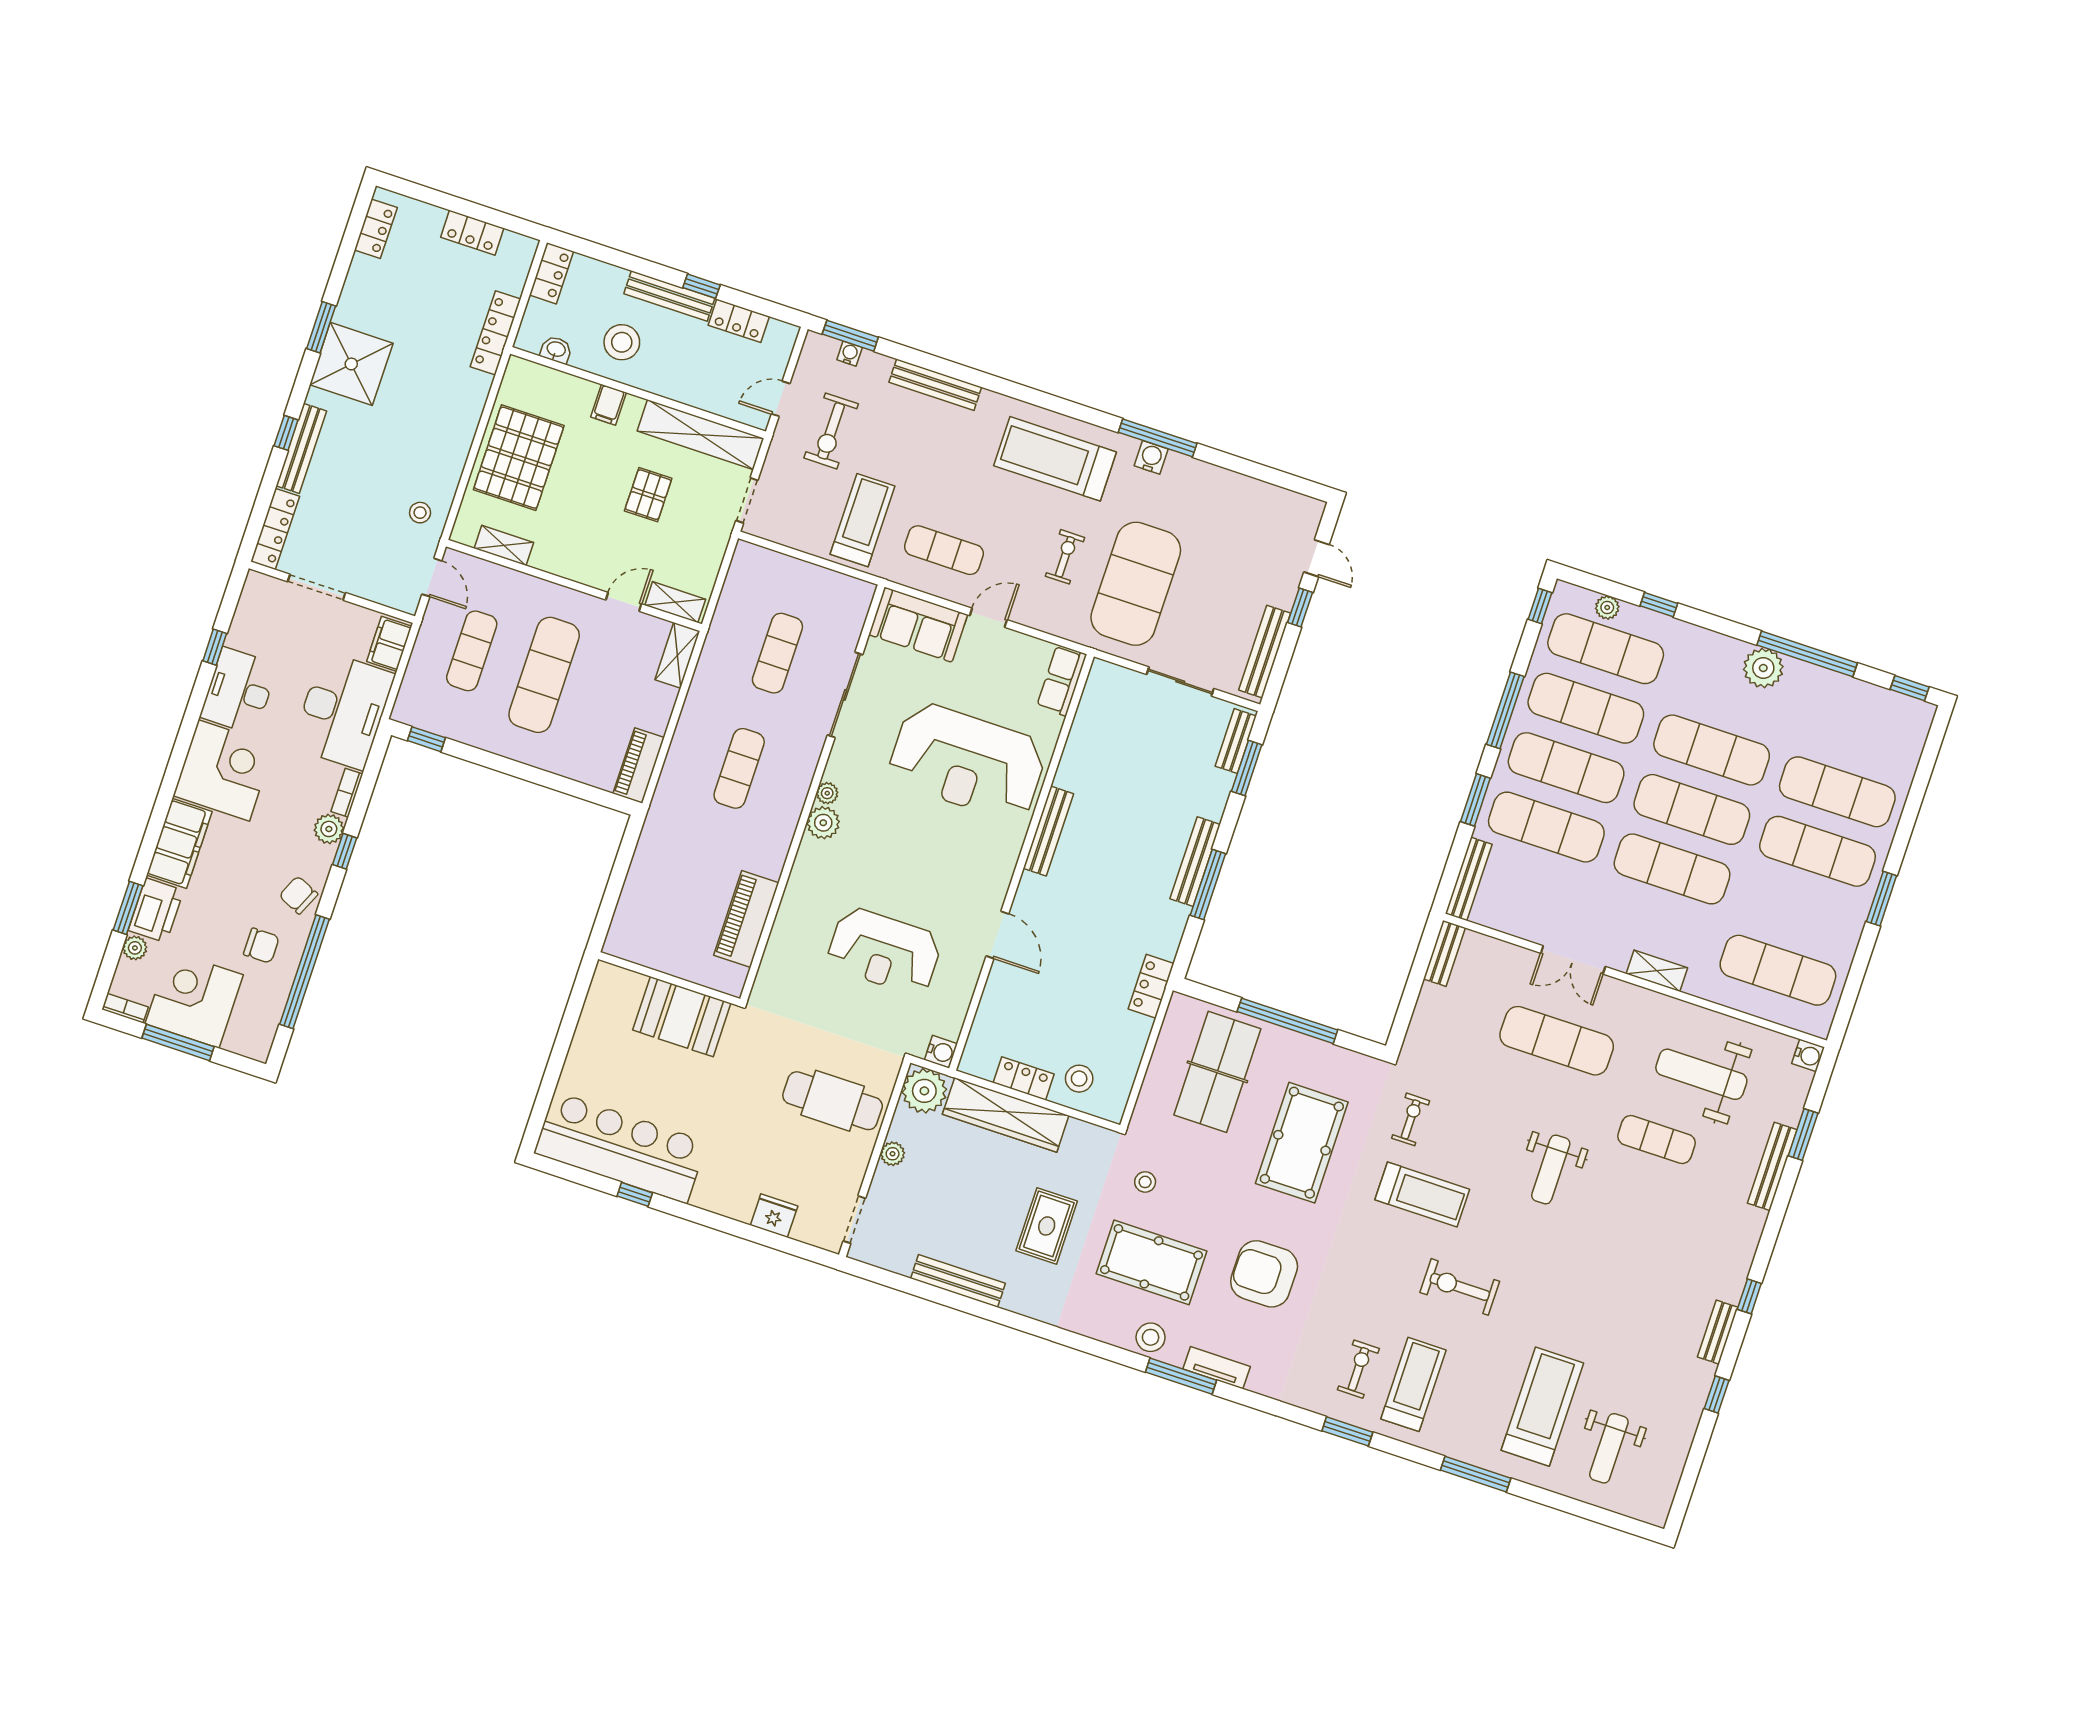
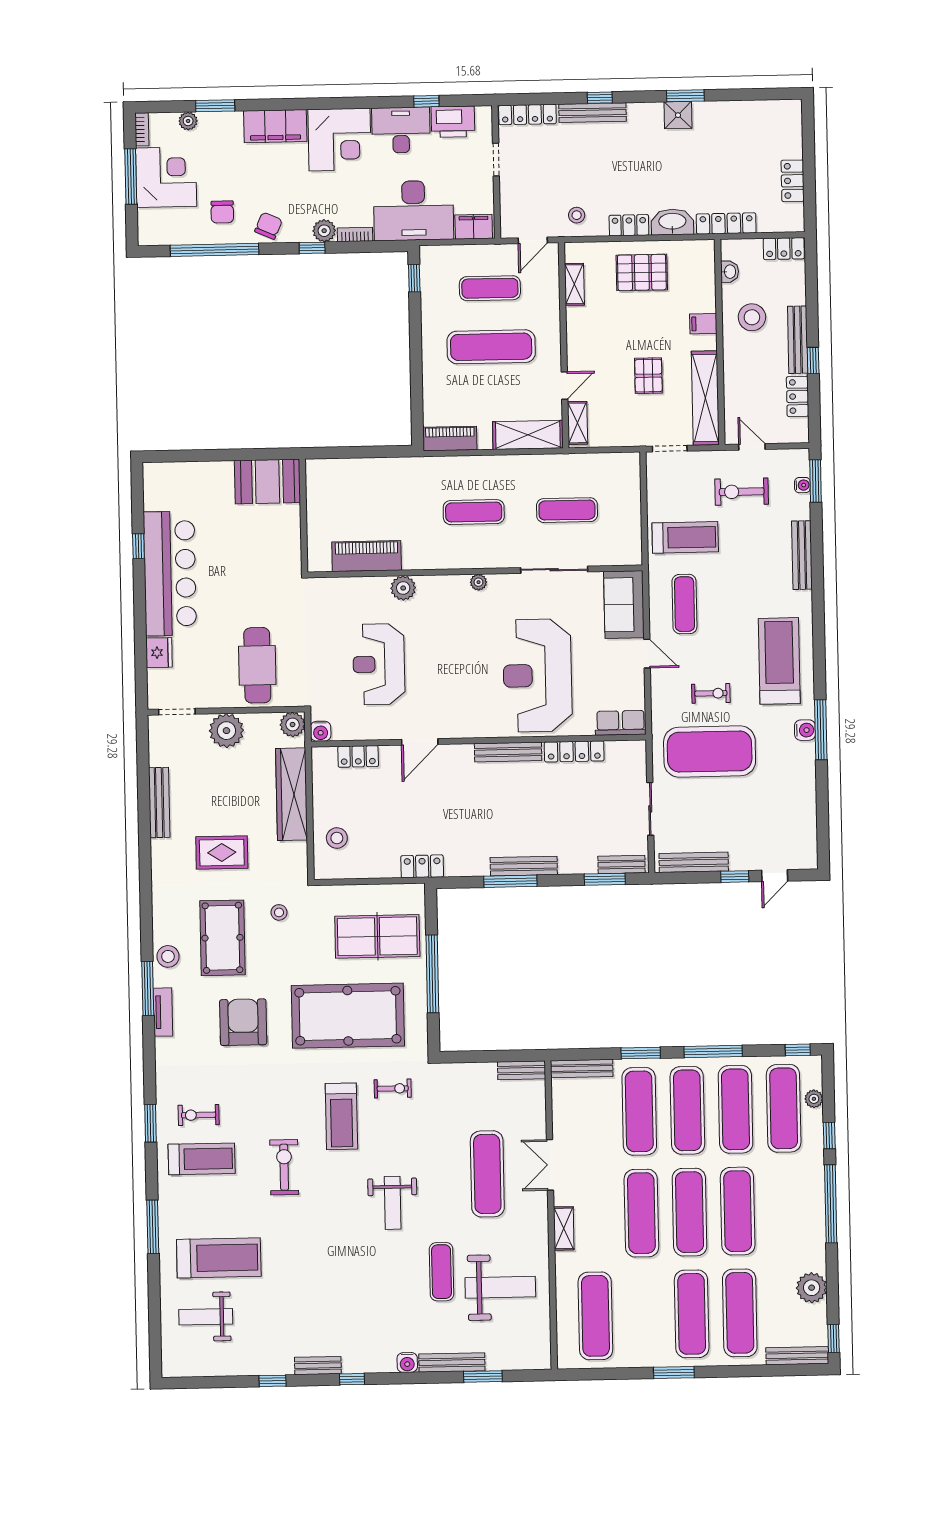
locker: (376, 229) -> (629, 225), moved, turned 180
shower: (351, 364) -> (678, 115), width x0.54, depth x0.54
washbasin: (470, 398) -> (672, 222), added
pallet: (519, 458) -> (642, 272), width x0.73, depth x0.71
pallet: (648, 495) -> (648, 376), turned 90
doorway: (317, 587) -> (496, 160), width x0.73
door: (624, 602) -> (564, 385), hinge flipped
window: (1807, 654) -> (831, 1204), moved
shelving: (677, 655) -> (528, 435), width x1.50, depth x1.33
plant: (1763, 668) -> (812, 1288), moved
bench: (1915, 740) -> (797, 1356), added
locker: (1077, 750) -> (574, 751), added
plant: (823, 823) -> (403, 588), moved
printer: (156, 910) -> (453, 122), moved
booth: (682, 1017) -> (267, 481), moved, turned 90
water cooler: (1808, 1055) -> (407, 1363), moved
weight bench: (1701, 1074) -> (500, 1287), turned 90
locker: (1024, 1078) -> (358, 756), moved, turned 90
plant: (924, 1091) -> (293, 725), width x0.73, depth x0.73
pool table: (1302, 1143) -> (348, 1016), width x1.36, depth x1.32
bar counter: (621, 1147) -> (170, 574), moved
plant: (893, 1154) -> (226, 731), width x1.88, depth x1.88
weight bench: (1551, 1170) -> (393, 1203), turned -90
exercise bike: (1358, 1369) -> (199, 1115), turned 180

